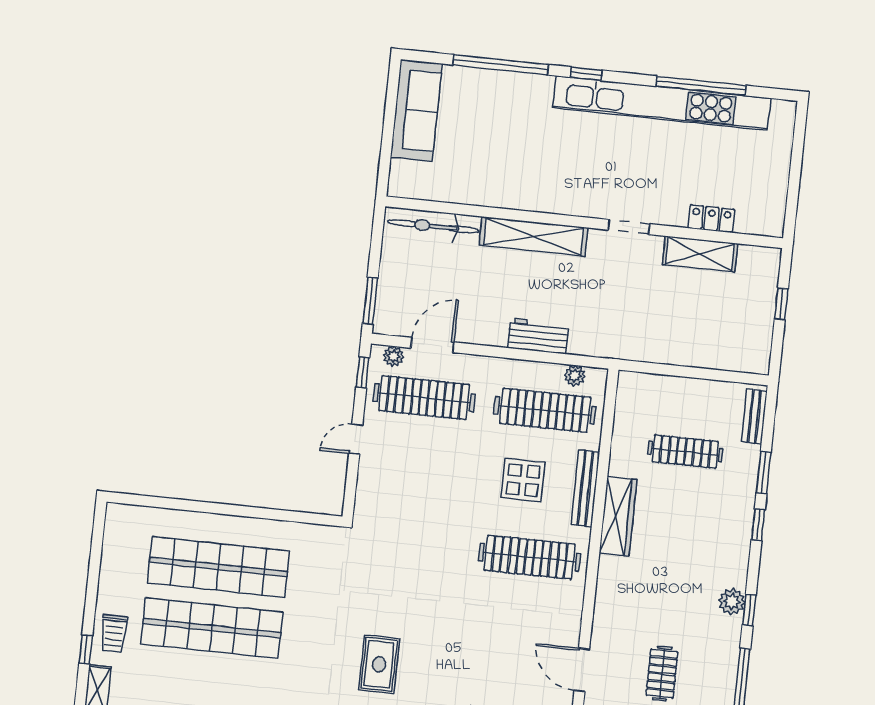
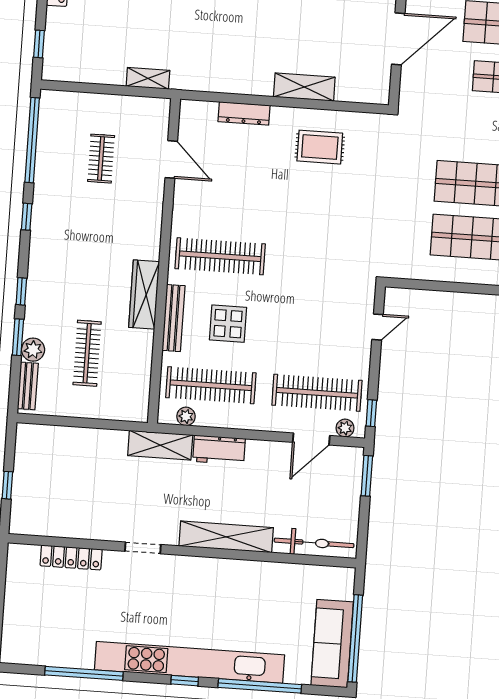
kitchen unit: (662, 103) -> (189, 662), moved
window: (390, 115) -> (355, 638), added
locker: (711, 219) -> (71, 558), width x1.53
shelving: (700, 254) -> (160, 445), moved
door: (356, 439) -> (378, 327), moved
clothes rail: (685, 452) -> (87, 353), turned 90
plant: (732, 602) -> (33, 350), moved
rug: (379, 664) -> (320, 147), moved, turned 90

